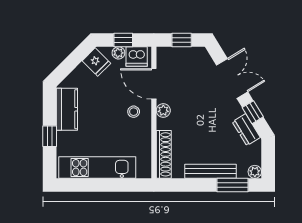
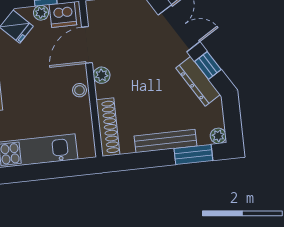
door: (154, 84) -> (87, 45), hinge flipped
stool: (134, 112) -> (79, 90), moved
dresser: (246, 130) -> (198, 81), width x1.44

